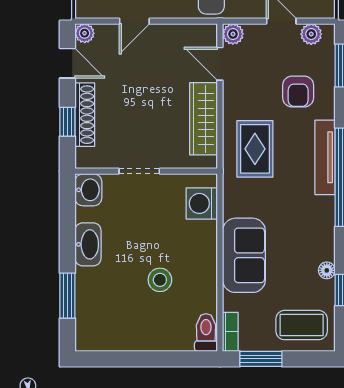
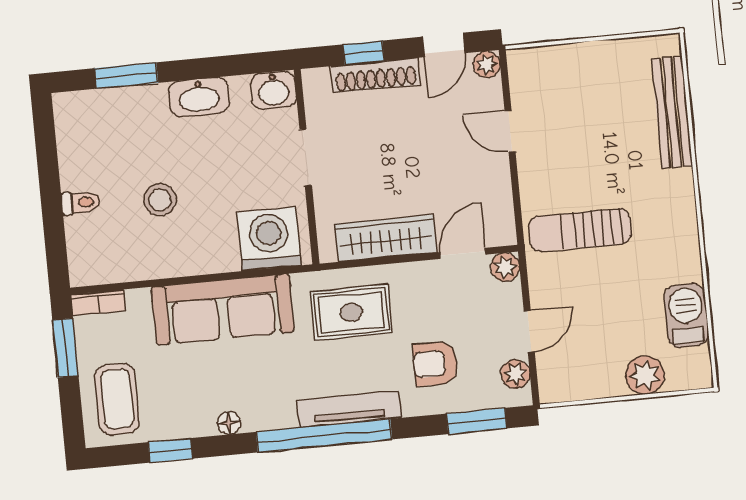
washing machine: (202, 203) -> (269, 239), width x1.37, depth x1.37
sofa: (244, 255) -> (223, 309), width x1.36
floor lamp: (327, 270) -> (229, 423), moved
toilet: (206, 332) -> (81, 203), moved, width x0.73, depth x0.72

